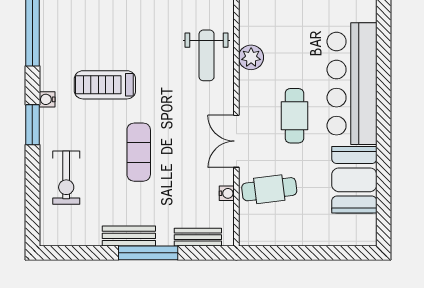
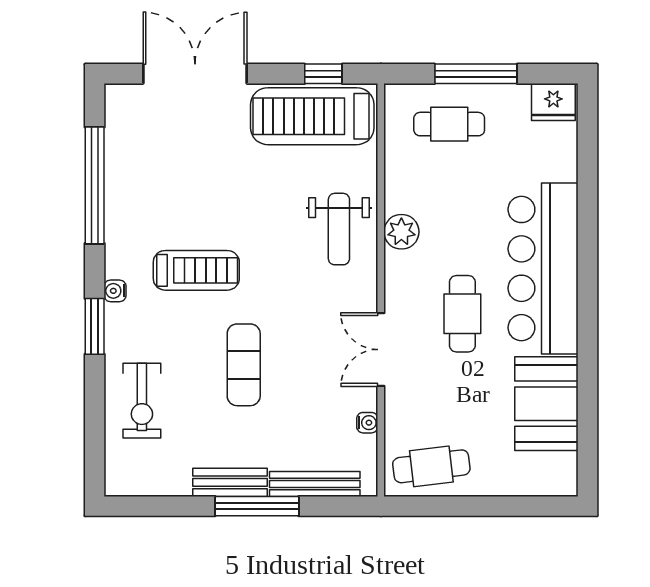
treadmill: (105, 85) -> (196, 270), turned 180
cafe table: (269, 189) -> (431, 466), moved
bench: (198, 237) -> (315, 484), width x1.36

